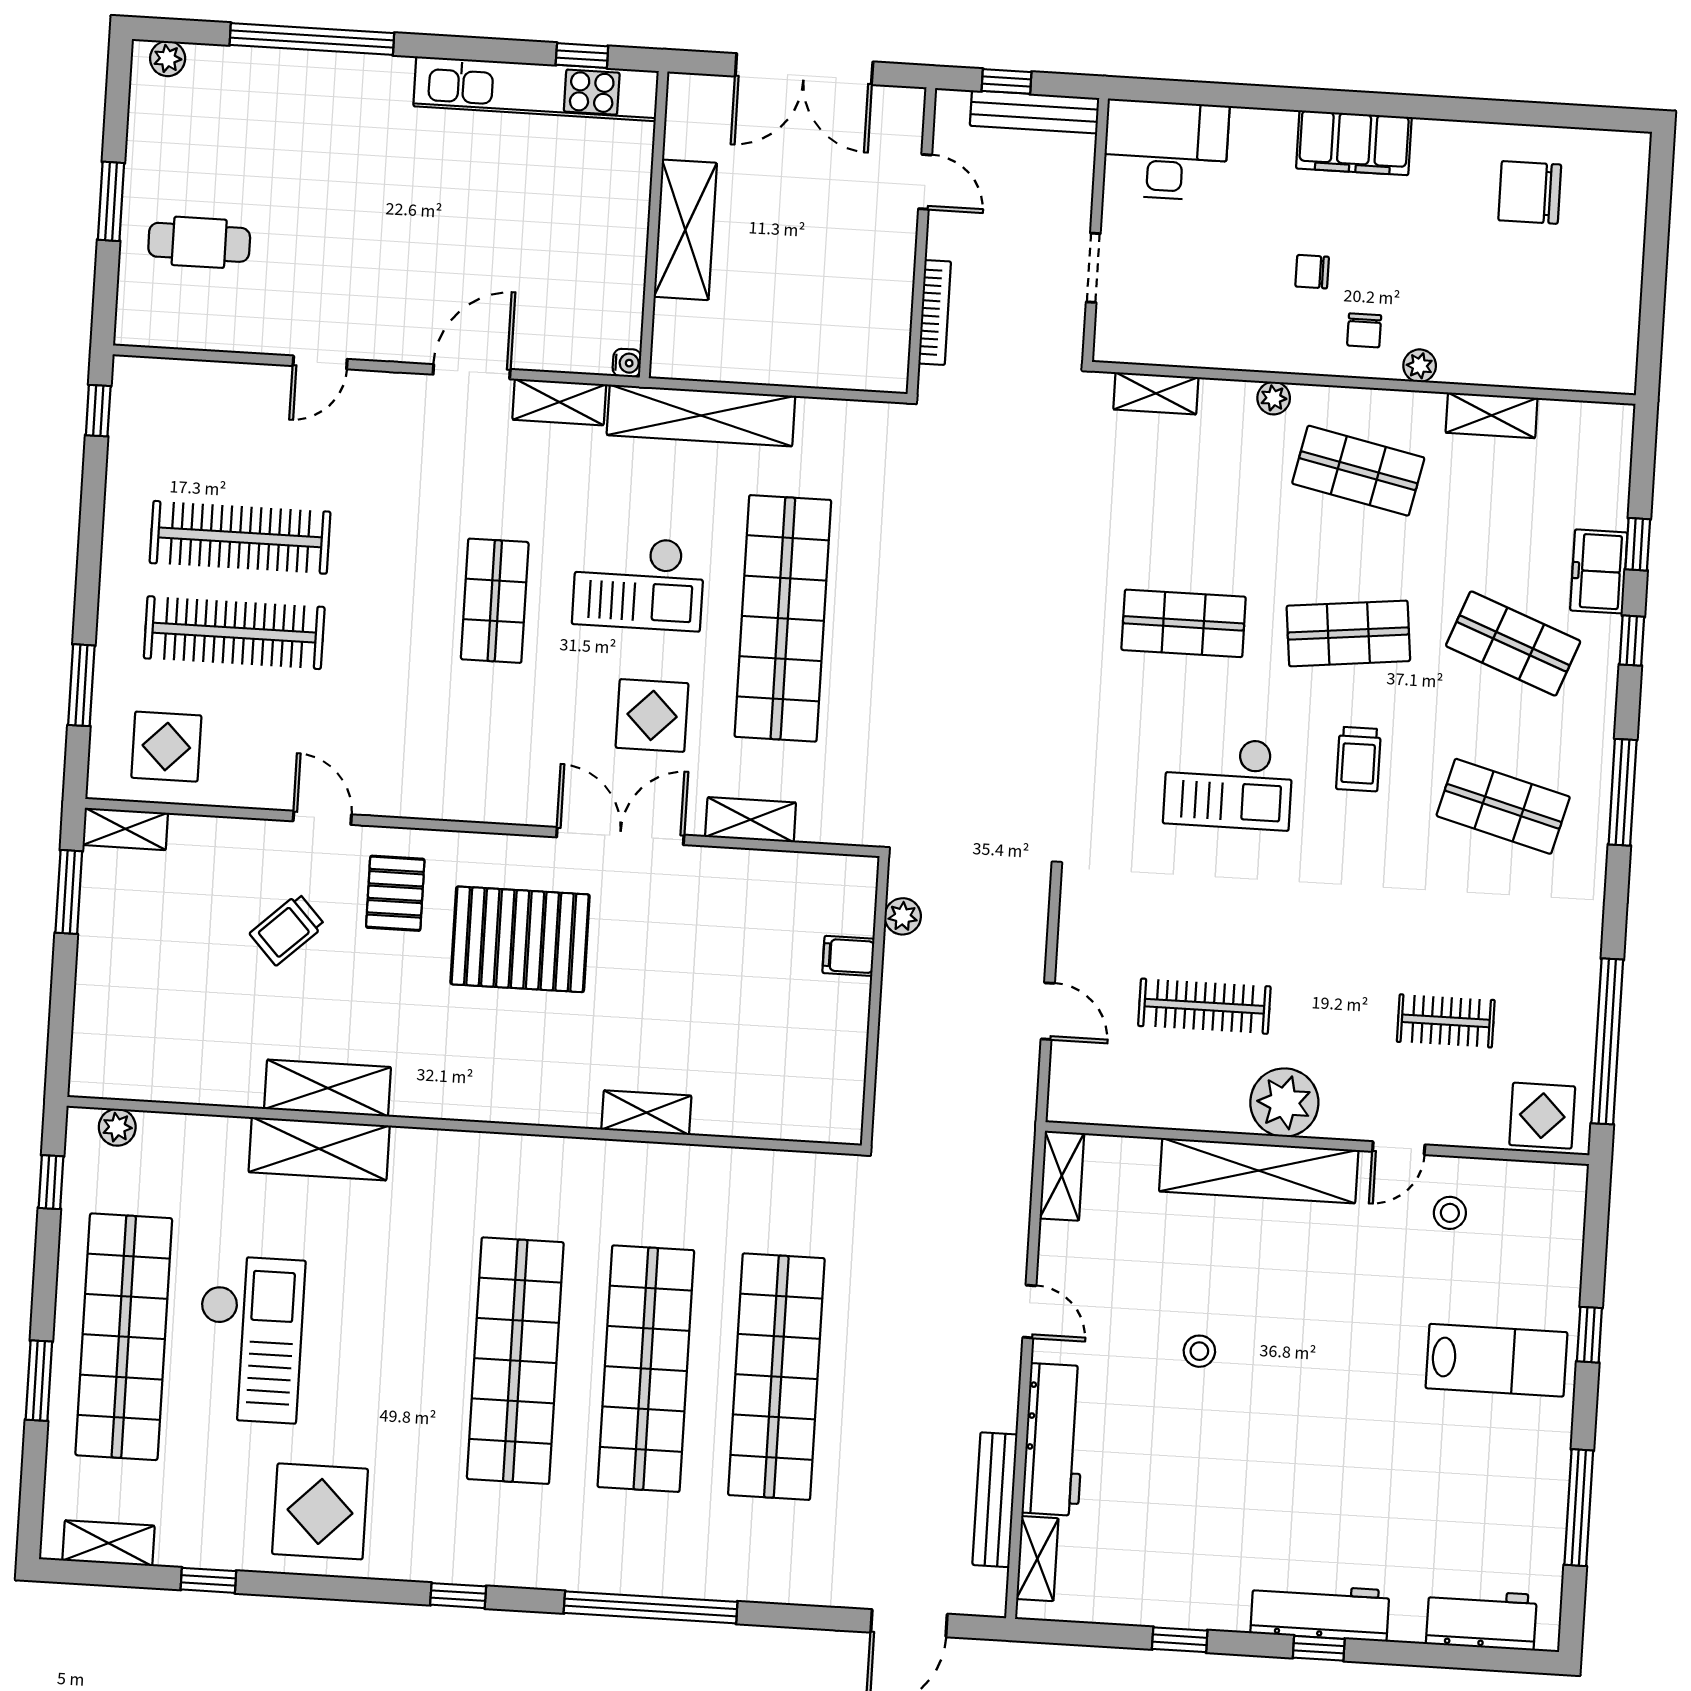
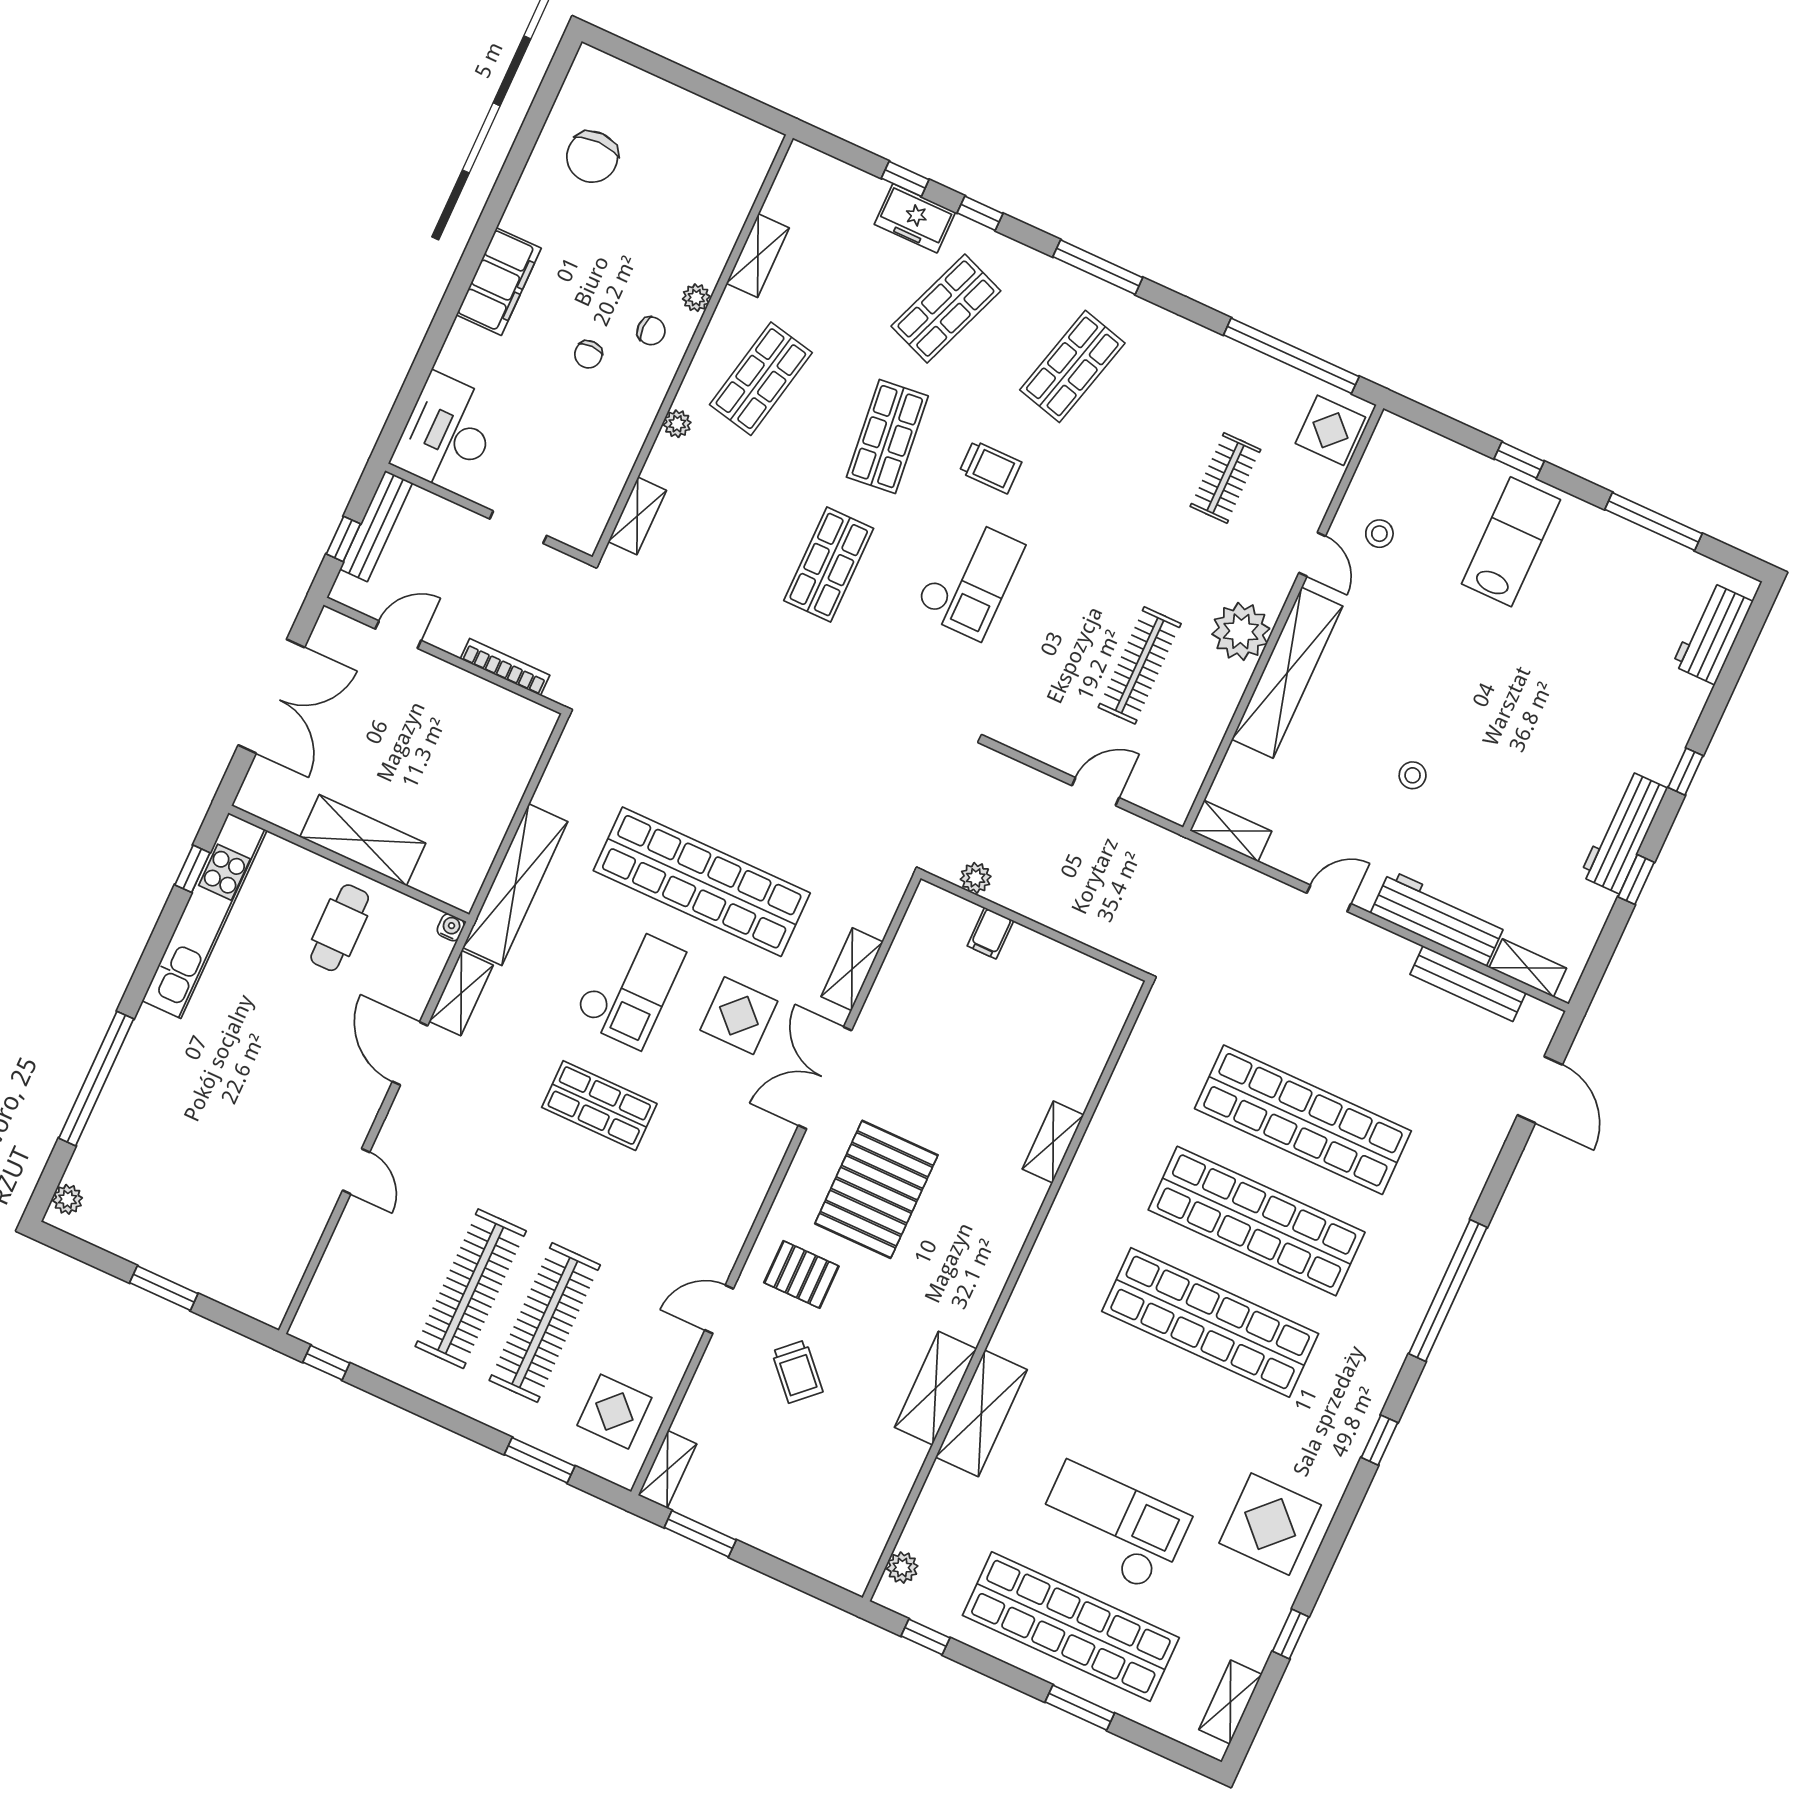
cafe table: (199, 242) -> (340, 928), moved
workbench: (1320, 1612) -> (1624, 832), moved

